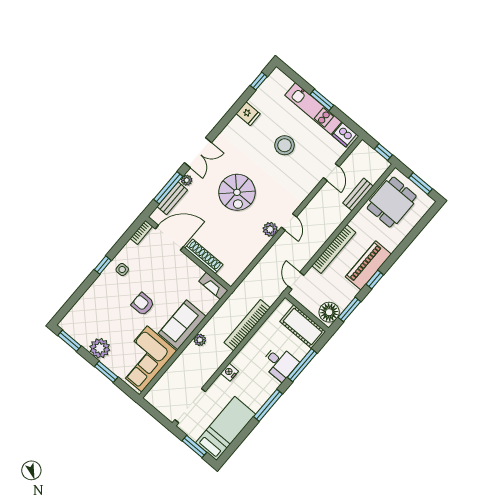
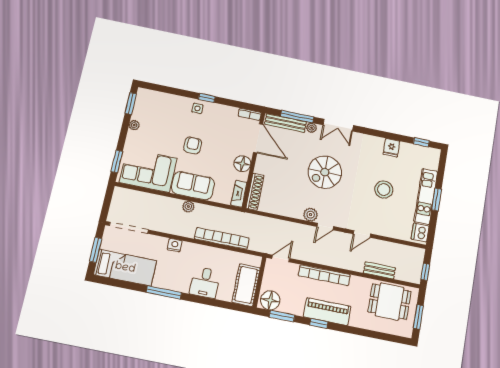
door: (331, 172) -> (362, 234), moved
bench: (172, 198) -> (285, 123), width x1.36
shoe rack: (204, 256) -> (255, 192), moved
floor lamp: (186, 267) -> (242, 164), added
side table: (122, 269) -> (197, 108), moved
plant: (100, 348) -> (134, 125), width x0.53, depth x0.53
window: (302, 365) -> (213, 302), removed
window: (106, 372) -> (117, 161), moved

